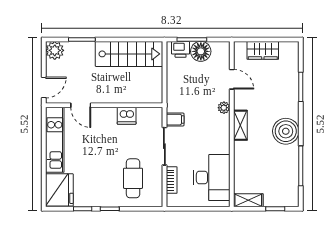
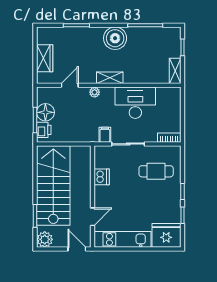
stairs: (129, 54) -> (53, 185), width x1.36, depth x1.51
desk: (212, 177) -> (135, 103), moved
bookcase: (172, 180) -> (169, 138), moved

